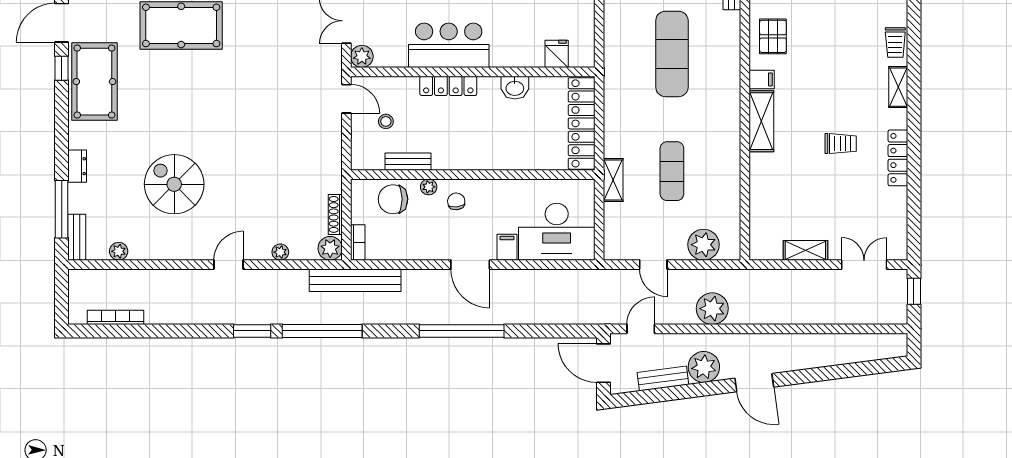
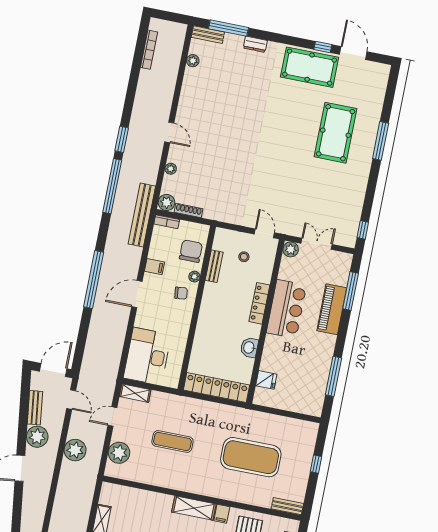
exercise mat: (672, 54) -> (251, 457), width x1.47
door: (346, 99) -> (264, 233), swing flipped
shelving: (613, 180) -> (135, 393), moved
spiral stairs: (174, 184) -> (230, 107), removed
filing cabinet: (507, 247) -> (154, 267), moved

